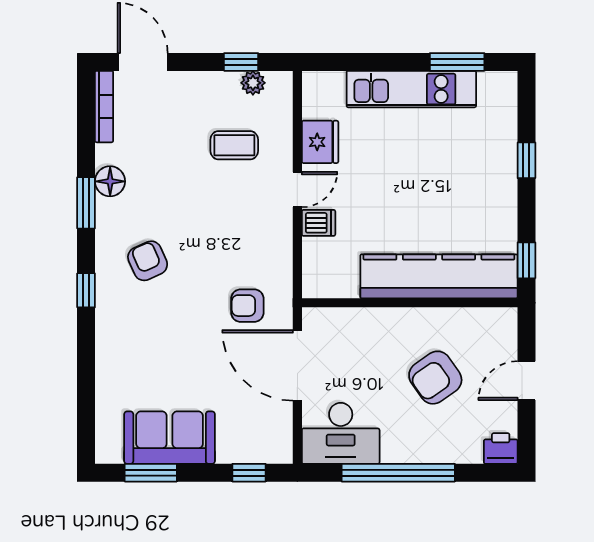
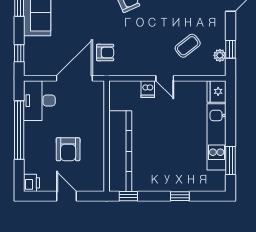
fridge: (320, 142) -> (217, 91), moved, turned 90
coffee table: (234, 145) -> (188, 46), turned 52
armchair: (247, 306) -> (105, 52), turned 90
armchair: (435, 378) -> (68, 149), turned -145

